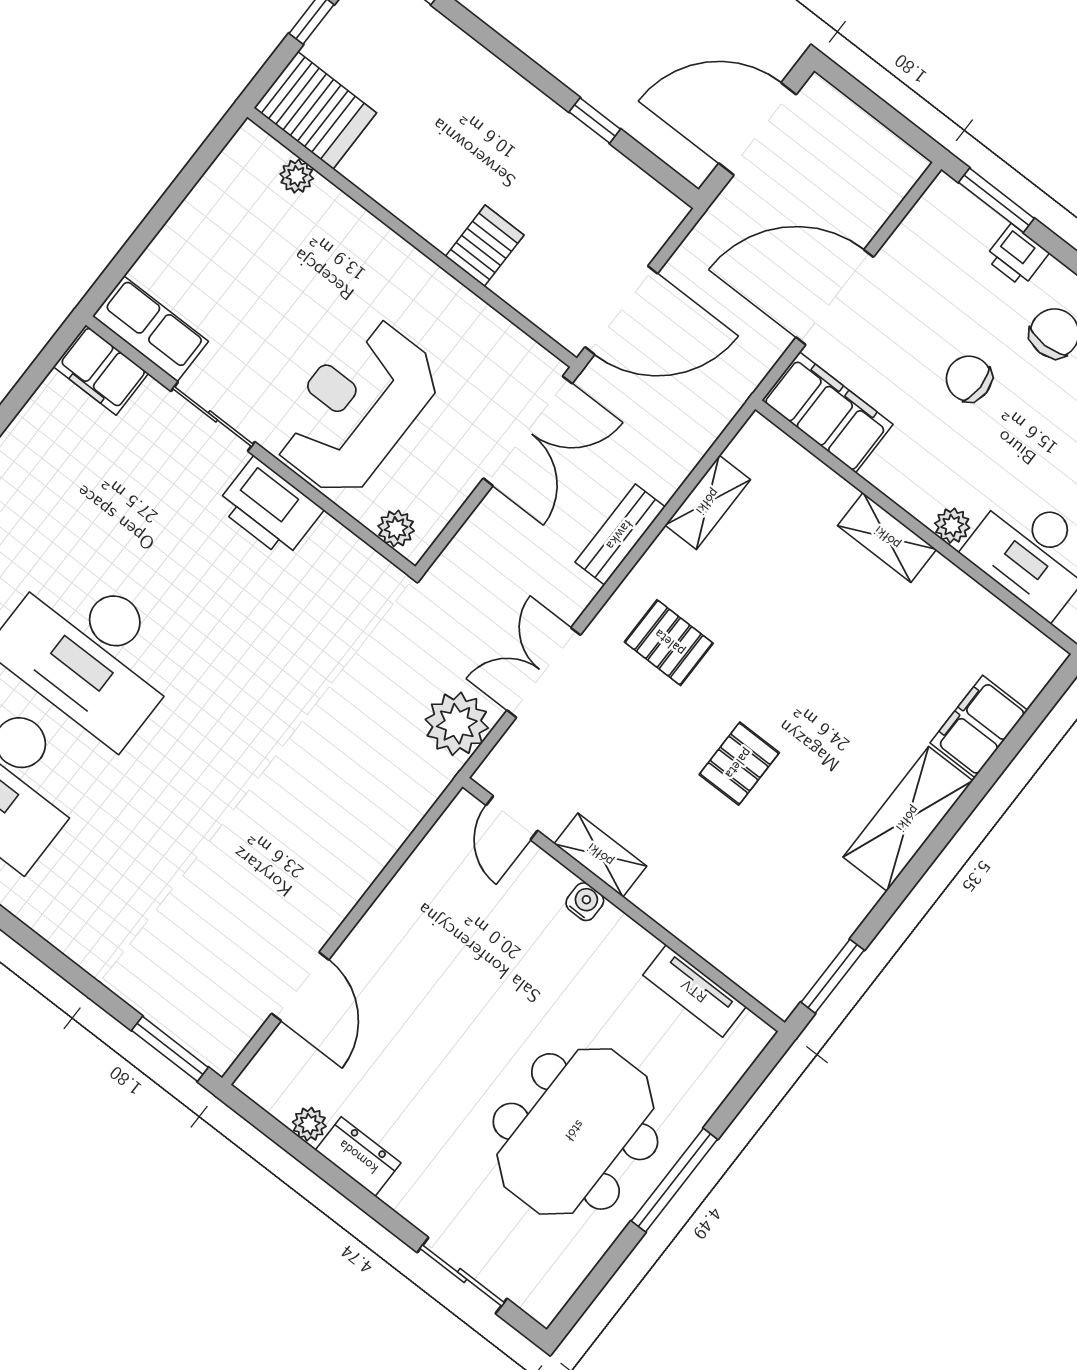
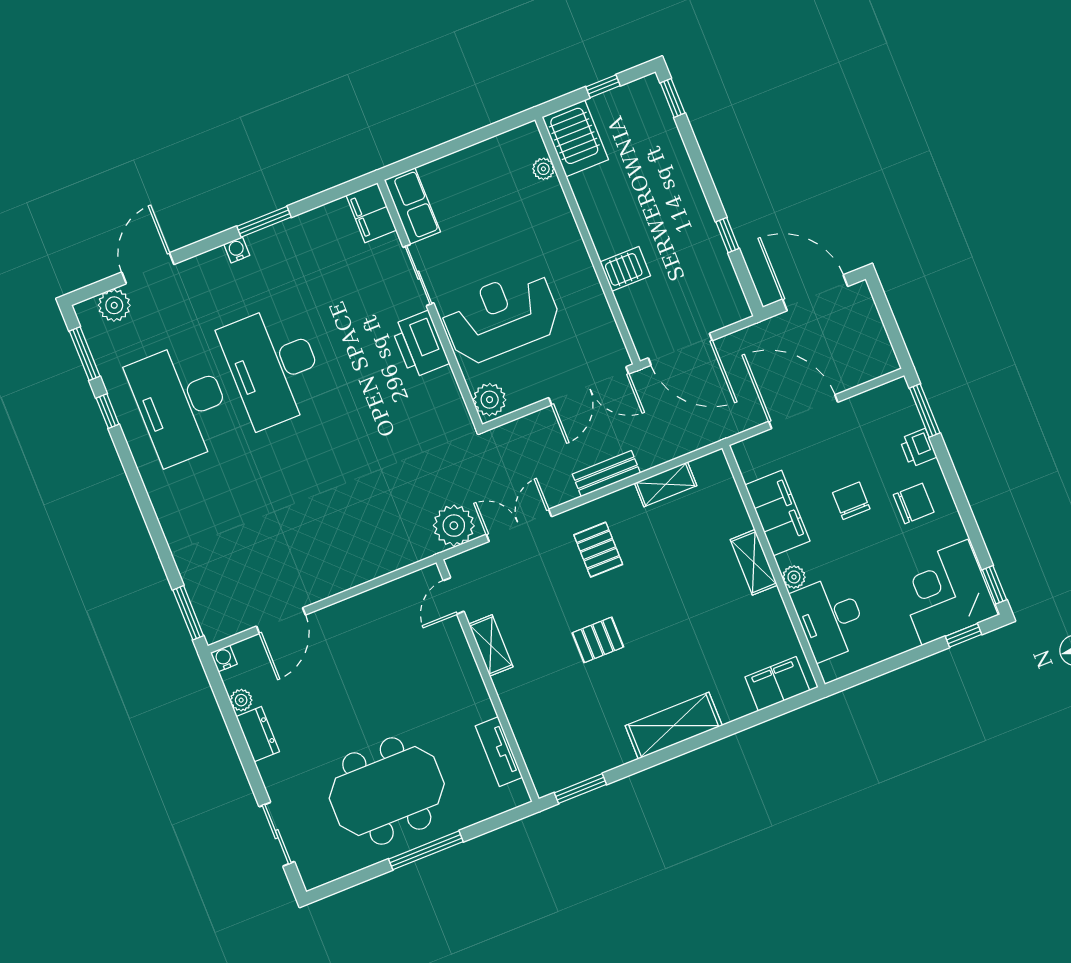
filing cabinet: (827, 412) -> (777, 513), moved
plant: (396, 528) -> (490, 400), width x1.38, depth x1.38
filing cabinet: (979, 726) -> (777, 684), moved
water cooler: (585, 902) -> (224, 658), moved, turned -90

